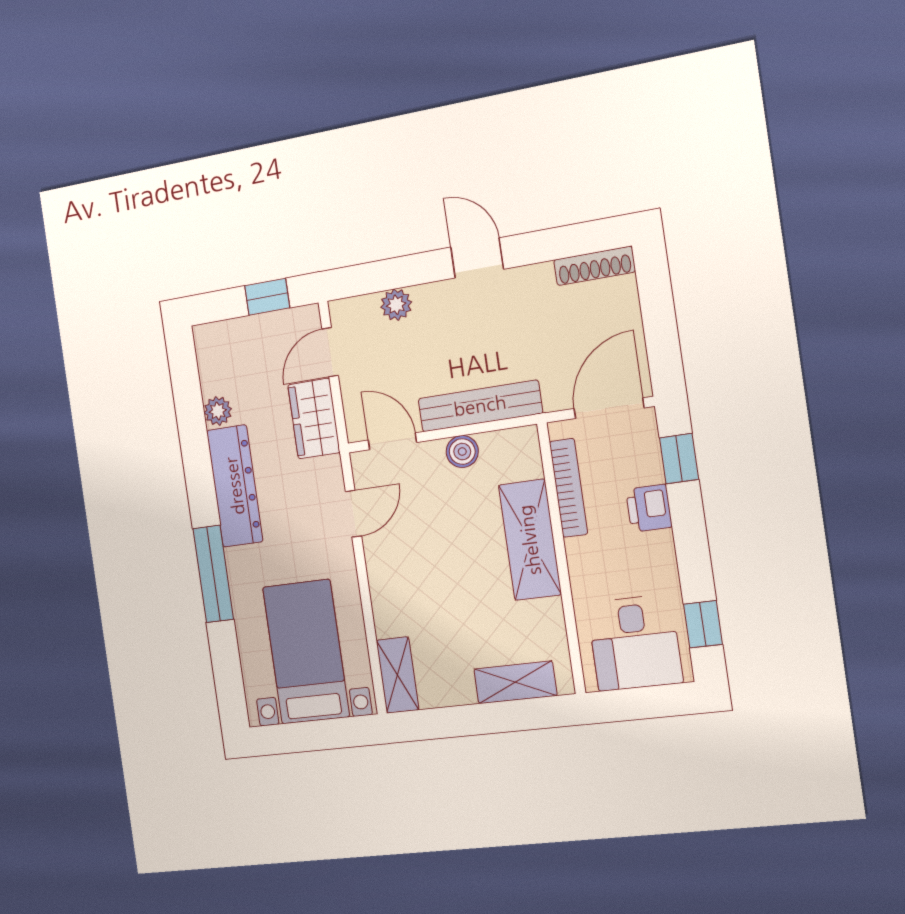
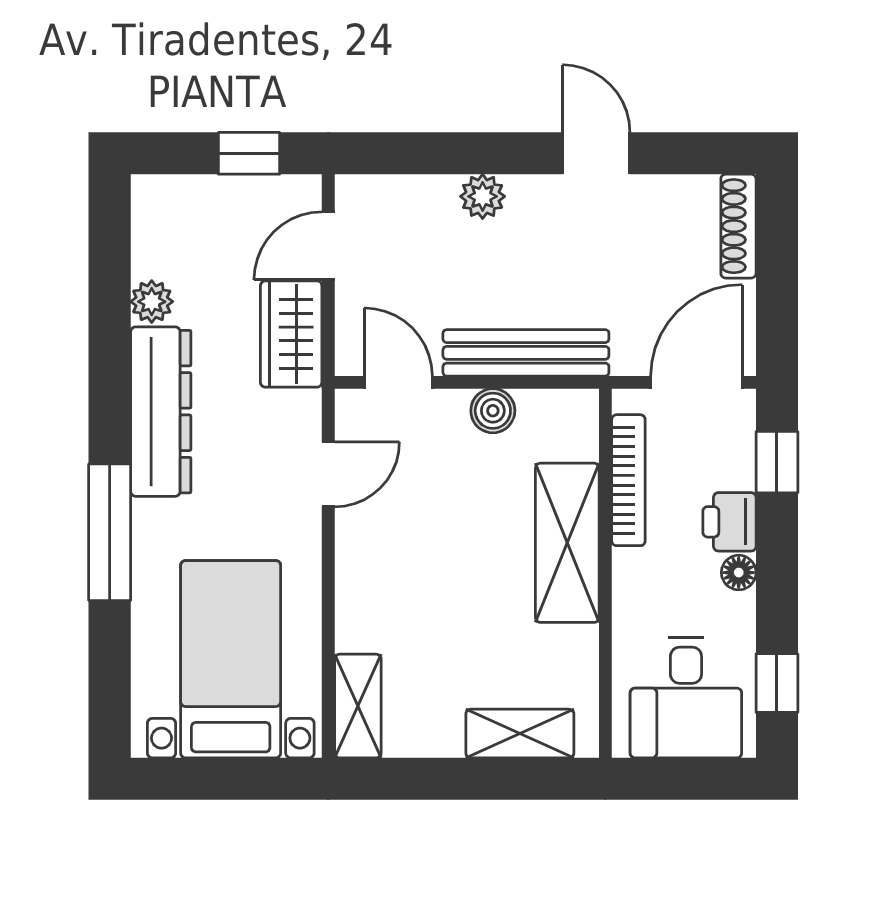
door: (477, 258) -> (596, 153), moved
shoe rack: (594, 266) -> (738, 226), moved, turned 90
plant: (396, 305) -> (483, 196), moved
floor lamp: (661, 545) -> (739, 573), added

